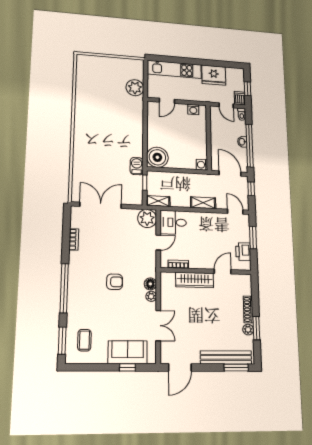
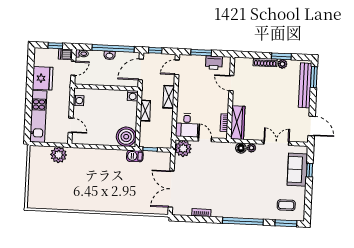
shelving: (158, 201) -> (145, 111), moved
wardrobe: (195, 280) -> (238, 123), moved
armchair: (115, 282) -> (238, 179), removed

